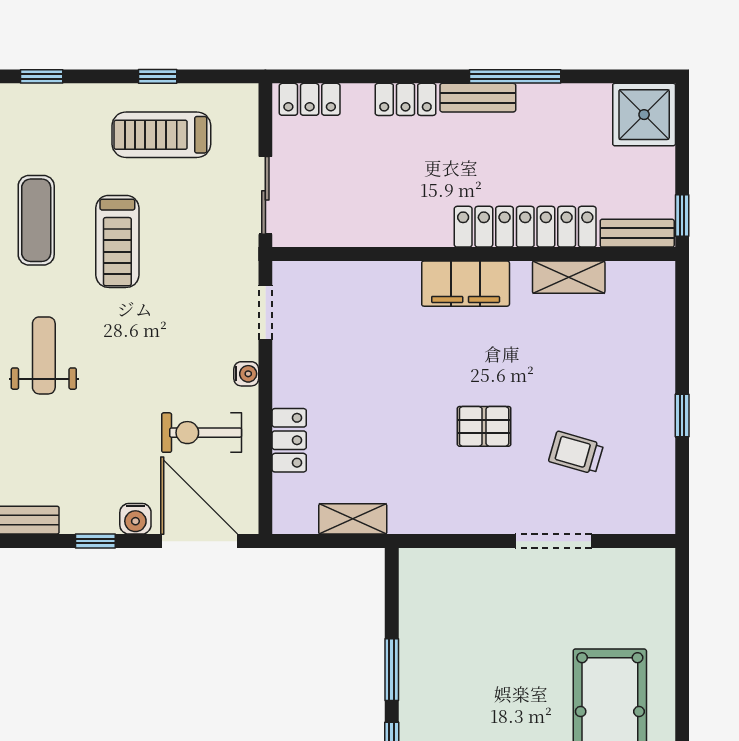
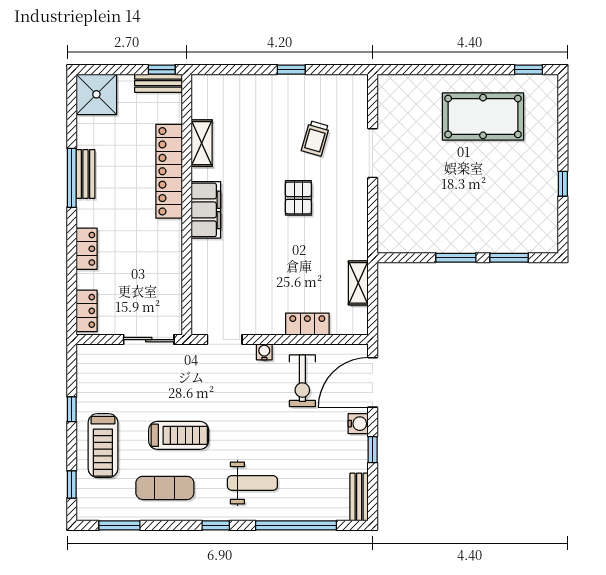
bench: (478, 98) -> (85, 174), moved
treadmill: (161, 135) -> (103, 446), moved
bench: (637, 233) -> (159, 83), moved, turned 90
weight bench: (44, 355) -> (252, 483), turned 180

